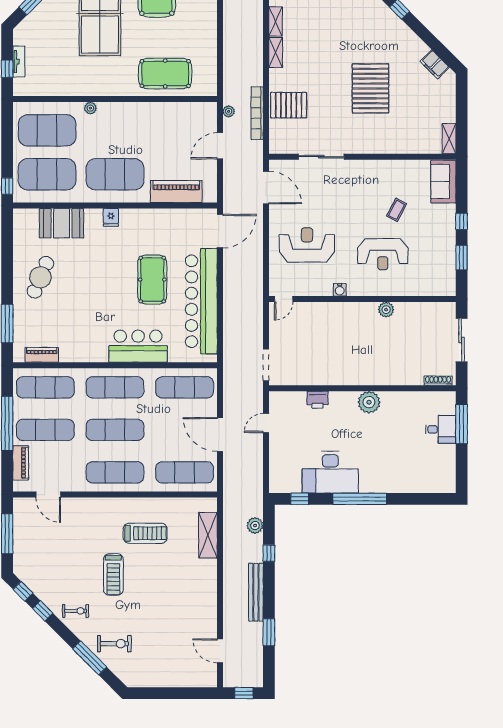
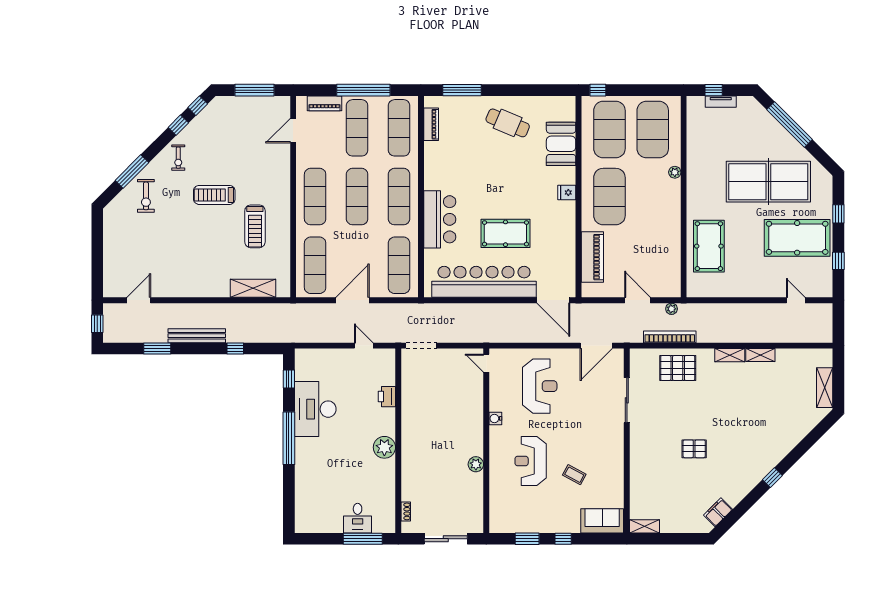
pallet: (370, 88) -> (694, 449), width x0.49, depth x0.50
pallet: (289, 105) -> (678, 368), turned 90
shoe rack: (438, 381) -> (406, 511), width x0.70
plant: (255, 525) -> (263, 335), removed

